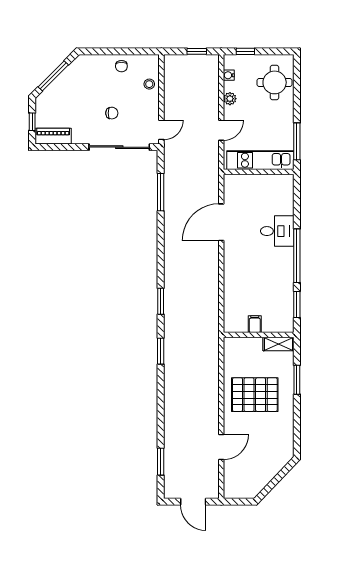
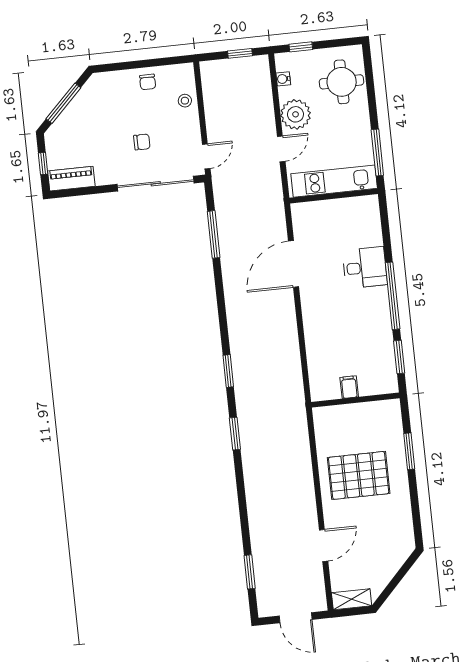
plant: (230, 99) -> (296, 114), width x1.88, depth x1.88
shelving: (279, 344) -> (352, 599), moved

